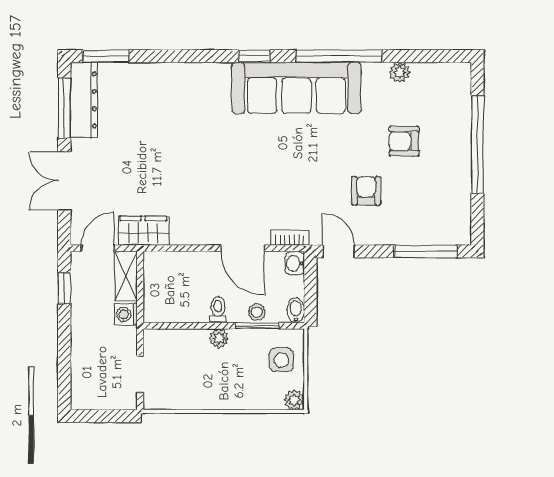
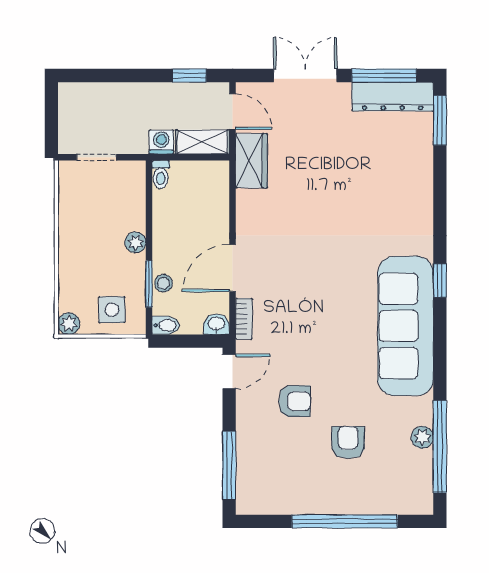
window: (339, 56) -> (440, 447), moved
toilet: (218, 310) -> (161, 174), moved, turned 90

